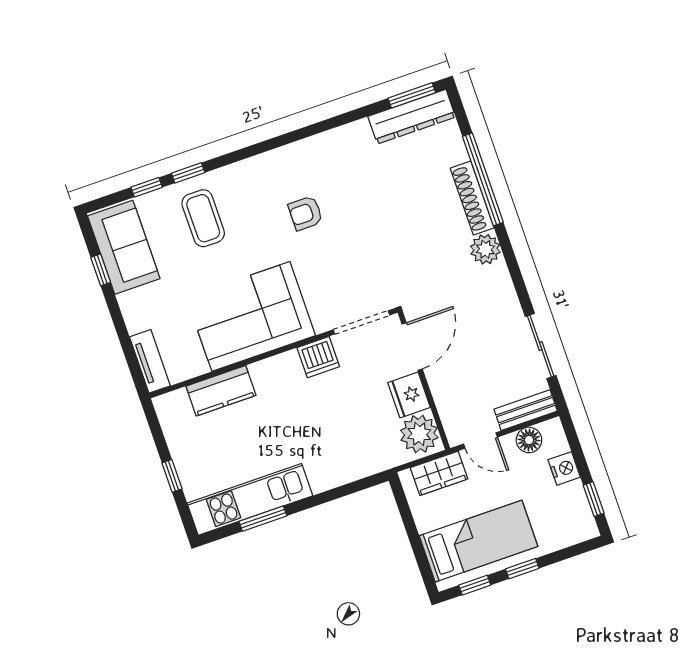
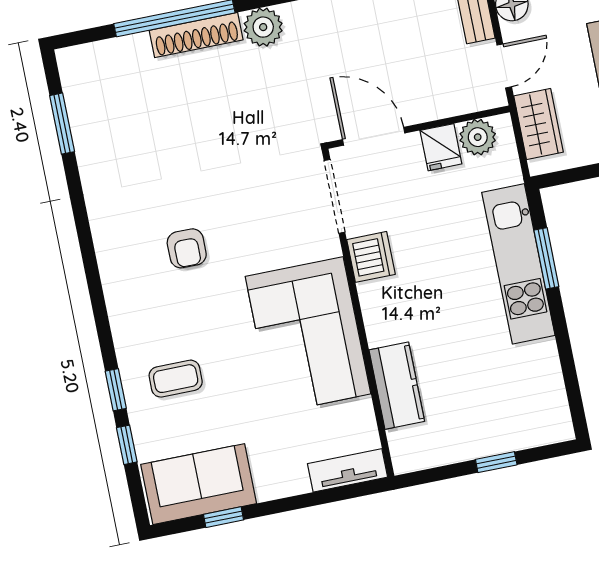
window: (412, 95) -> (62, 124), moved
dresser: (412, 117) -> (83, 98), removed
coffee table: (203, 218) -> (176, 379), width x0.73, depth x0.77
fridge: (409, 395) -> (441, 147), width x0.72
plant: (419, 434) -> (478, 137), width x0.73, depth x0.73
kitchen unit: (250, 499) -> (518, 264), moved
window: (263, 519) -> (546, 258), moved

